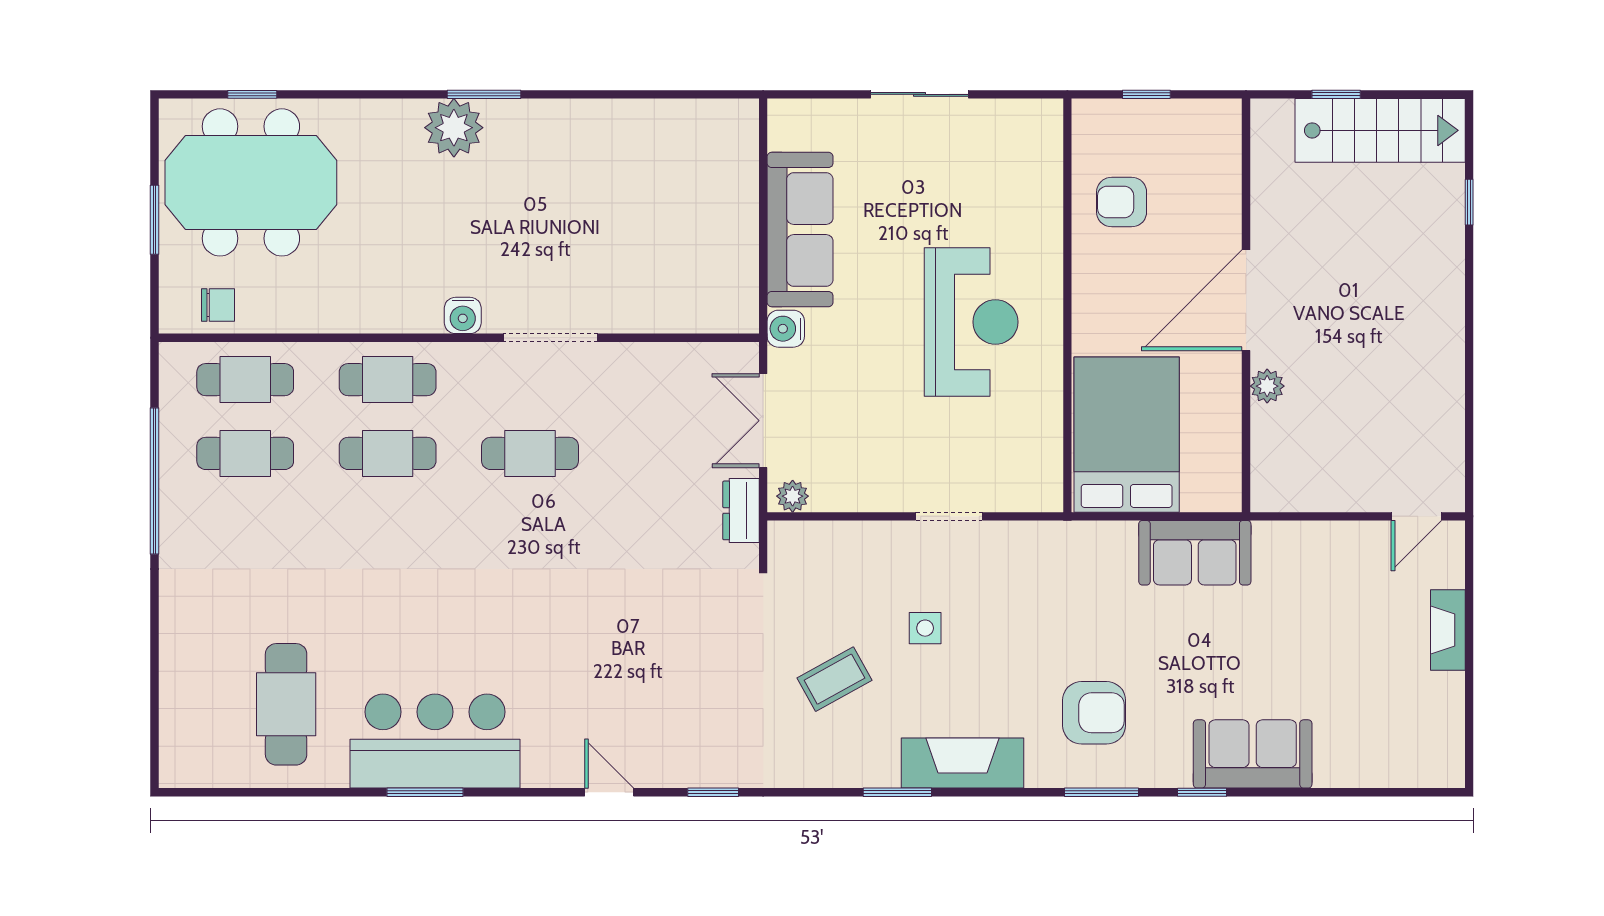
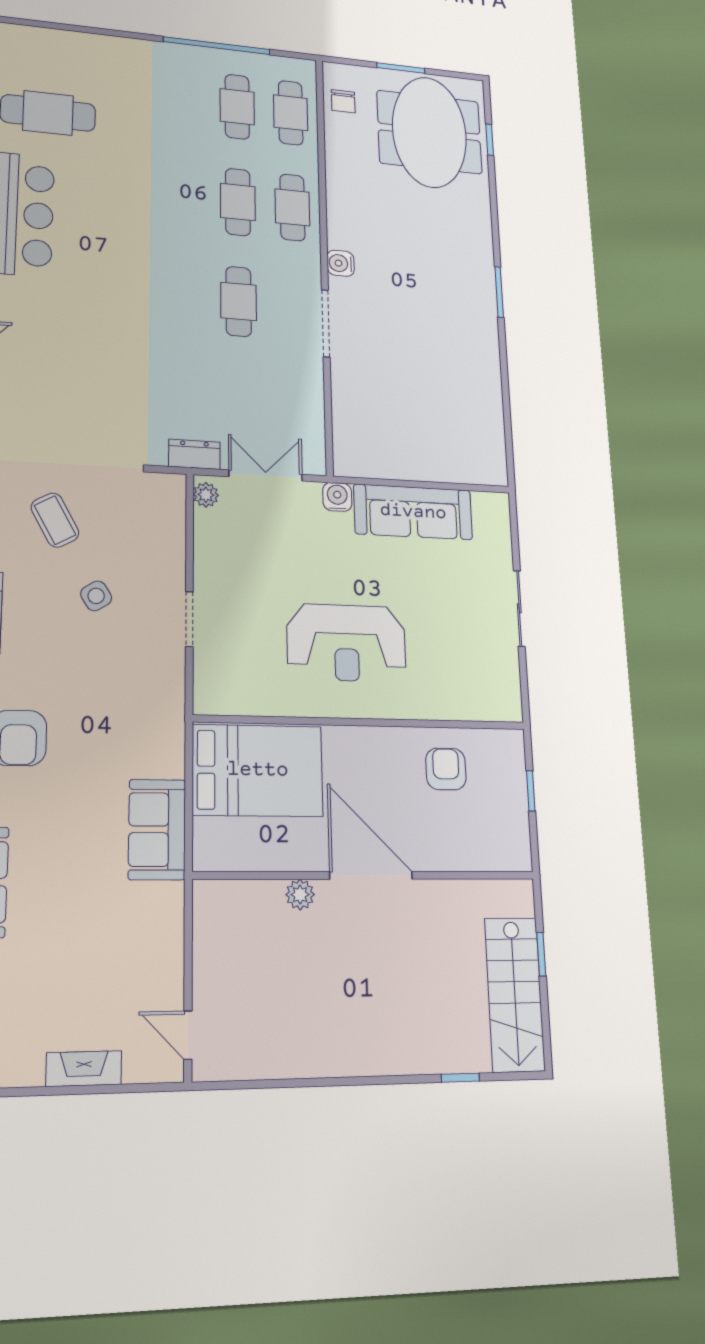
plant: (454, 128) -> (475, 269), removed
side table: (925, 628) -> (96, 596), turned -32

